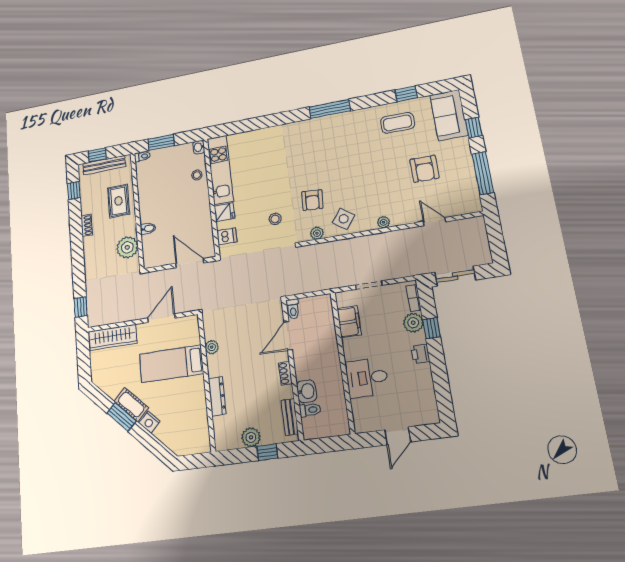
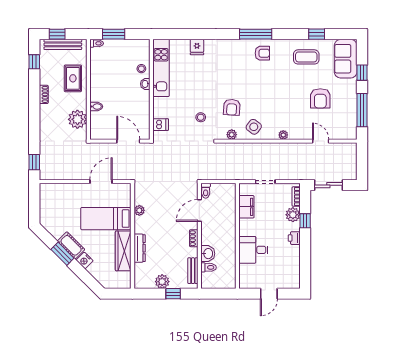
armchair: (341, 129) -> (262, 53), added
washbasin: (199, 147) -> (145, 84), moved
fridge: (224, 212) -> (197, 47), moved, turned 90
wardrobe: (112, 337) -> (123, 251), moved, turned 90

